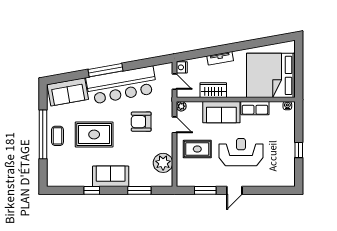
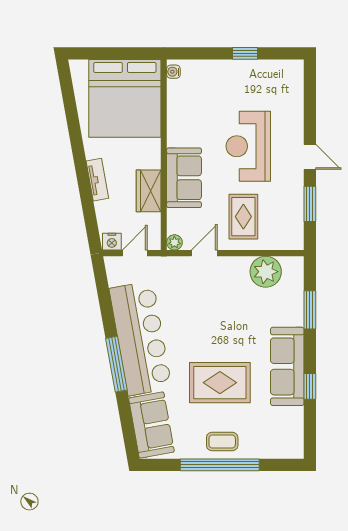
row of seats: (255, 108) -> (177, 124), removed
armchair: (141, 122) -> (199, 307), removed
rug: (94, 135) -> (220, 383), turned 90
sofa: (111, 176) -> (287, 366), width x1.36

